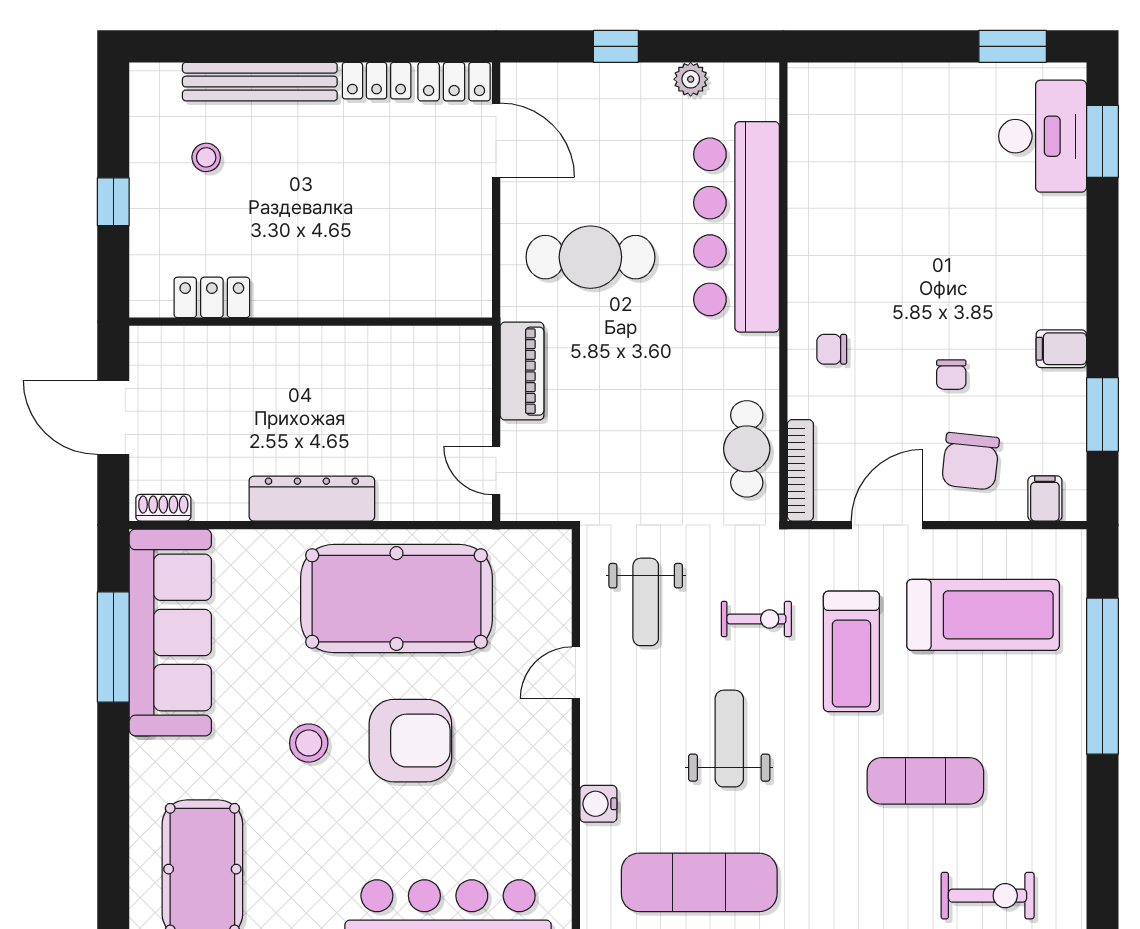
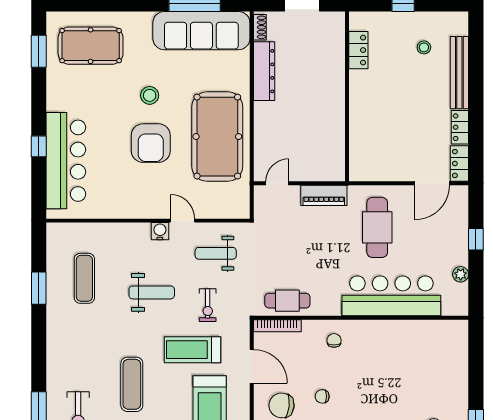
dresser: (312, 499) -> (264, 71), moved
water cooler: (598, 804) -> (160, 231), moved
exercise mat: (699, 882) -> (84, 278), width x0.73, depth x0.69

